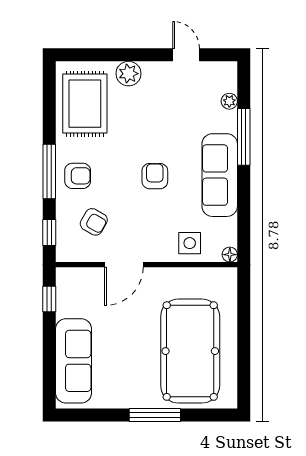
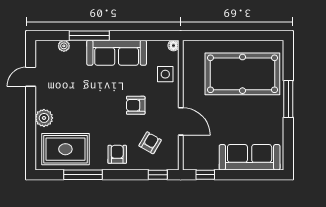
window: (49, 171) -> (83, 175), moved
armchair: (155, 176) -> (136, 105), moved

